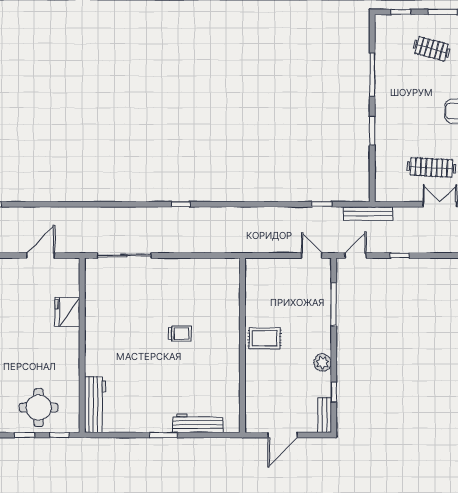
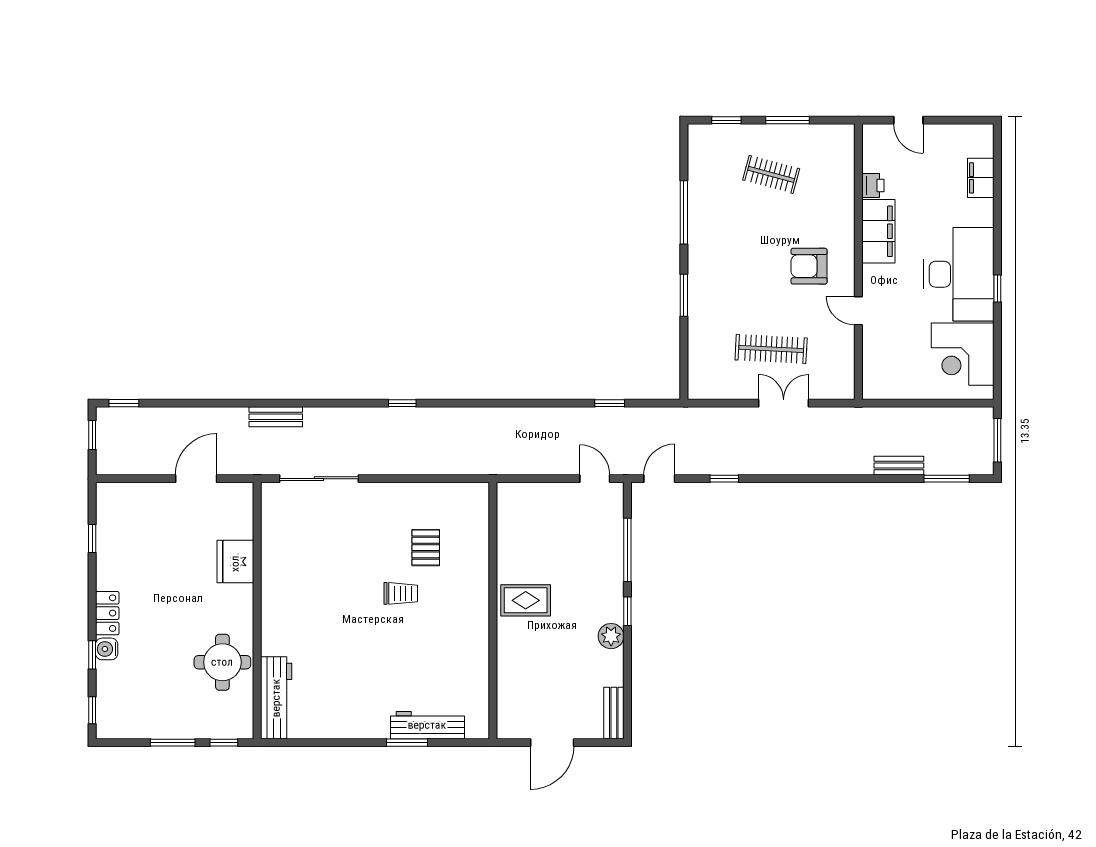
bench: (368, 214) -> (276, 417), moved, width x0.73
pallet: (197, 302) -> (426, 548), added
window: (334, 392) -> (627, 611), moved
round table: (39, 408) -> (222, 662), moved
window: (25, 435) -> (173, 743), width x1.50
window: (163, 435) -> (407, 743), moved

